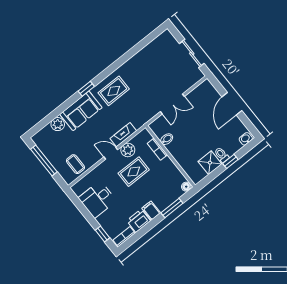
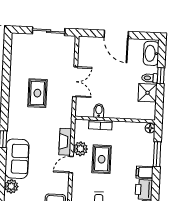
rug: (114, 91) -> (37, 93), moved
washbasin: (246, 139) -> (151, 53), width x1.91, depth x1.45

